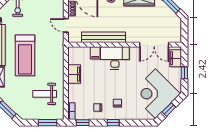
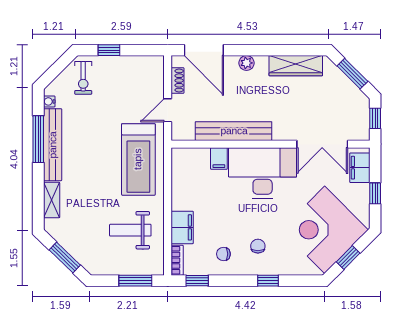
door: (66, 25) -> (168, 110), hinge flipped
window: (184, 30) -> (375, 118), added
treadmill: (25, 55) -> (138, 159), moved
desk: (115, 58) -> (263, 173), width x1.36, depth x1.30
filing cabinet: (74, 74) -> (182, 227), moved
window: (113, 123) -> (268, 281), moved

